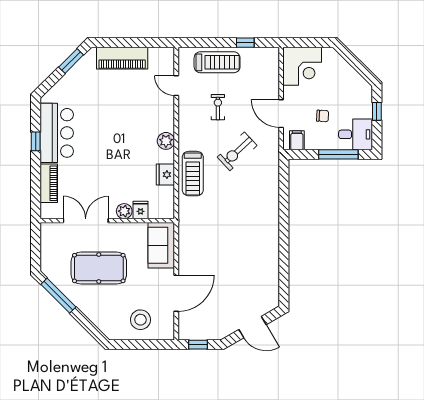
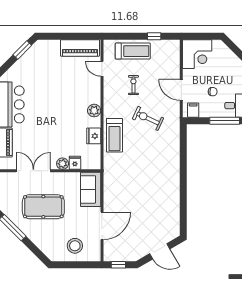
piano: (122, 58) -> (80, 48), moved
exercise bike: (237, 151) -> (148, 118), turned 68

